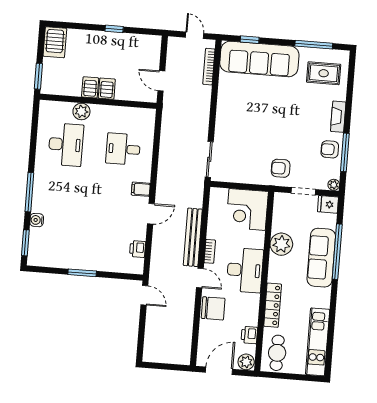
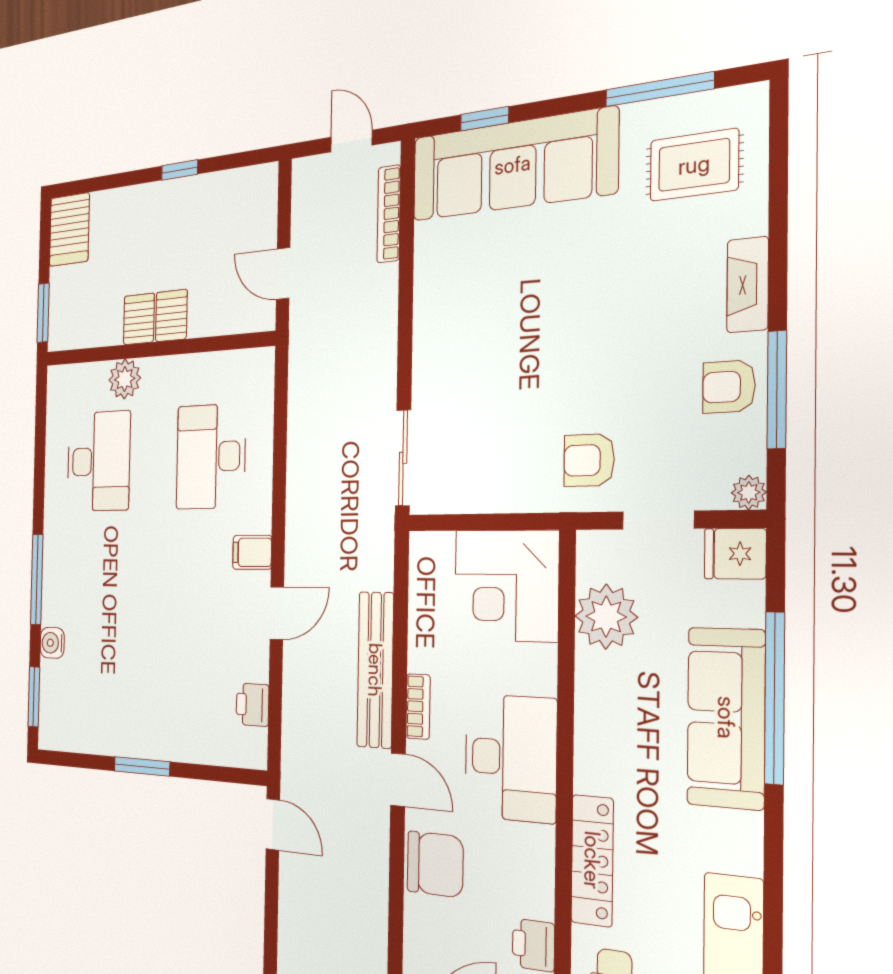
desk: (123, 149) -> (211, 457), width x1.37
plant: (281, 244) -> (606, 617), moved

